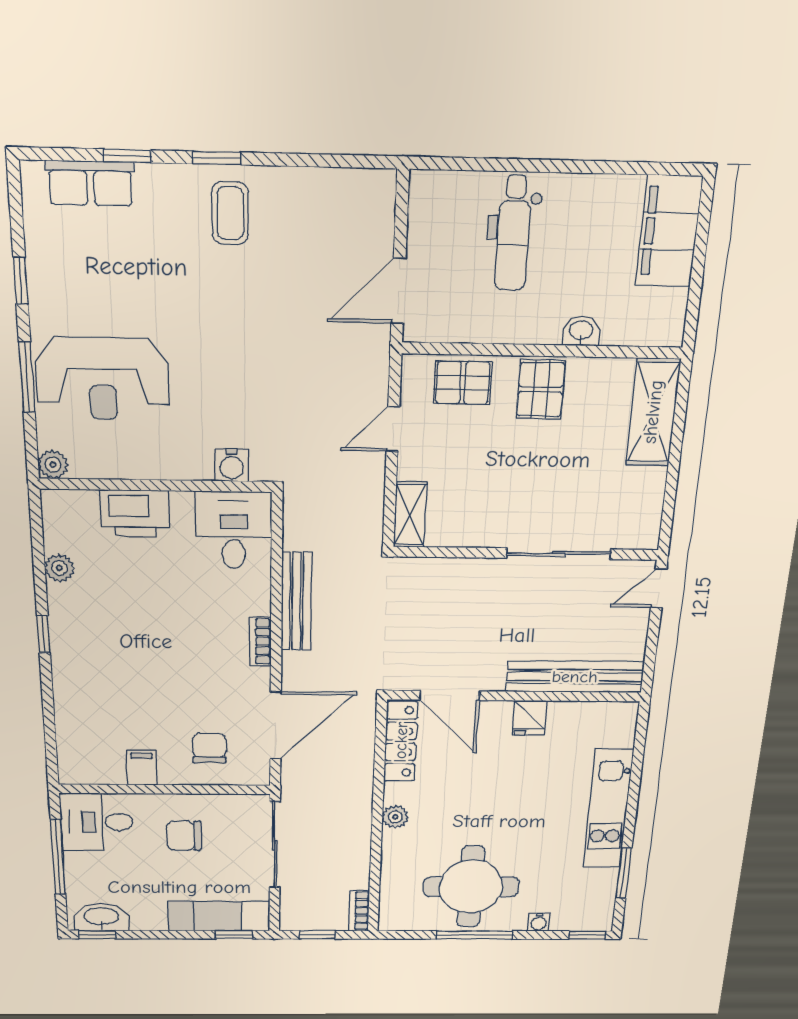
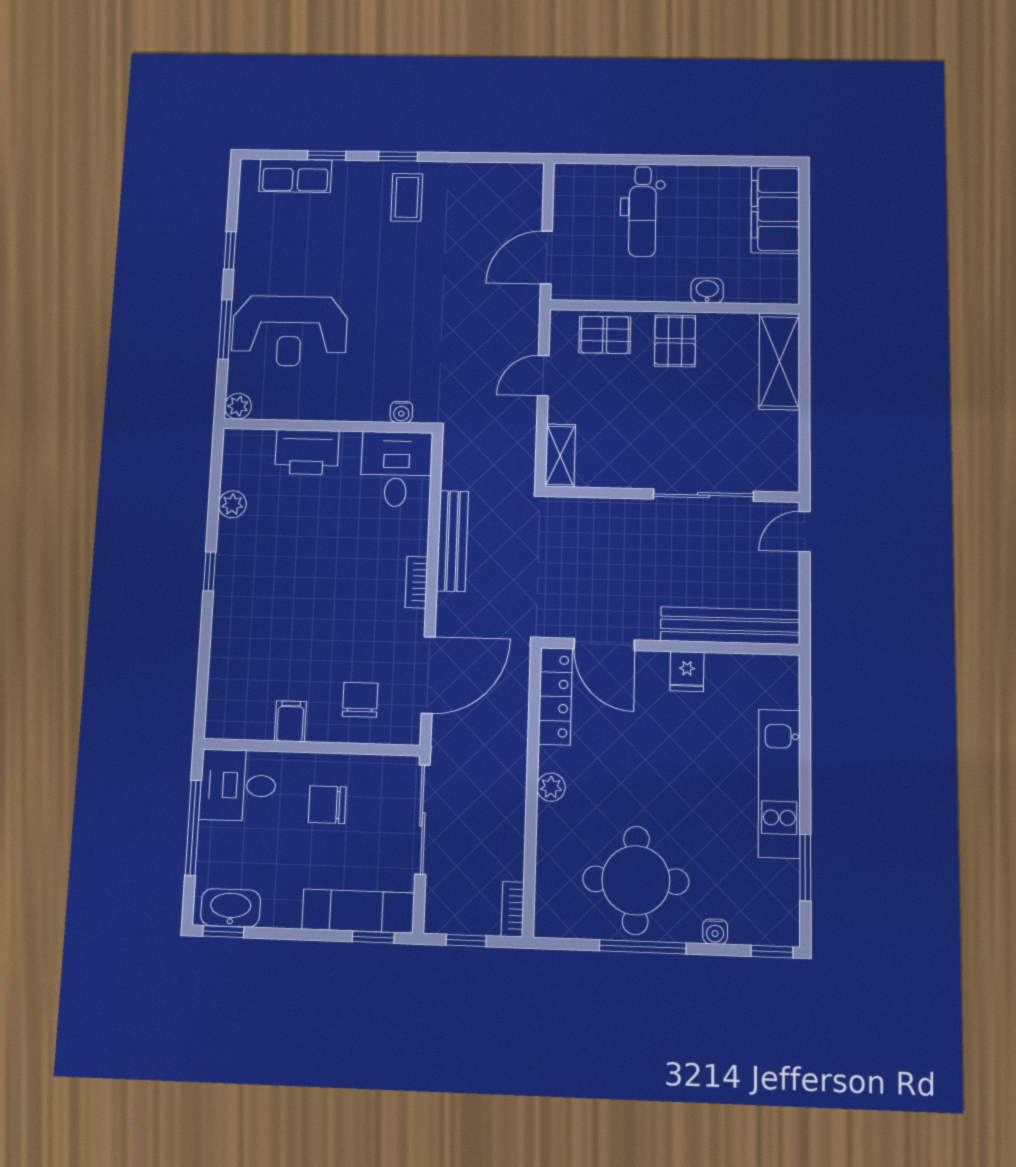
water cooler: (232, 465) -> (401, 412), width x0.72, depth x0.72

